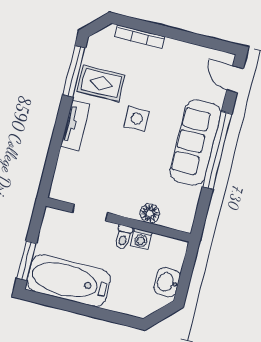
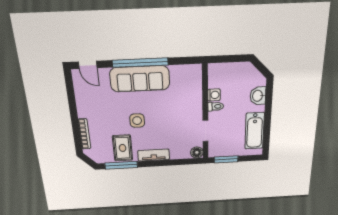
door: (235, 79) -> (88, 65), hinge flipped
floor lamp: (150, 213) -> (197, 152), moved
window: (26, 261) -> (226, 159), moved
bathtub: (69, 281) -> (255, 131), width x0.73, depth x0.73
washbasin: (167, 282) -> (258, 96), moved, turned 90

